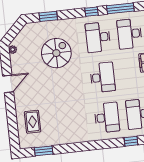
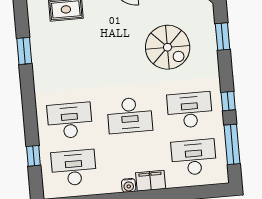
desk: (107, 117) -> (70, 121), turned 180
window: (44, 151) -> (24, 51), moved

